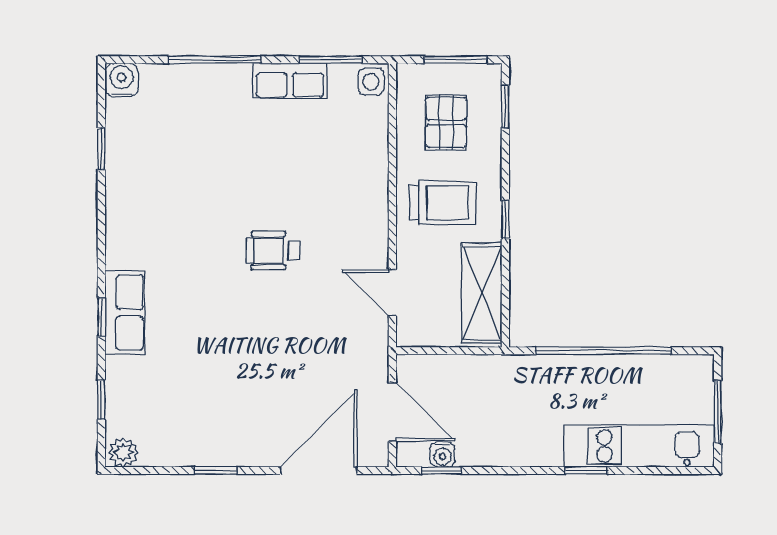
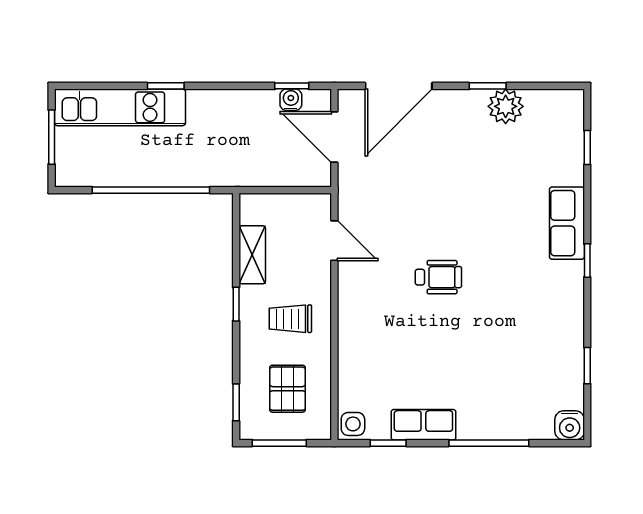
window: (331, 60) -> (388, 443), width x0.67
trolley: (443, 203) -> (290, 319), width x0.73, depth x0.72
shelving: (482, 293) -> (252, 255), width x0.67, depth x0.75
window: (101, 317) -> (587, 260), moved
plant: (123, 452) -> (506, 106), moved, width x1.38, depth x1.38

